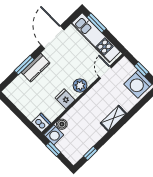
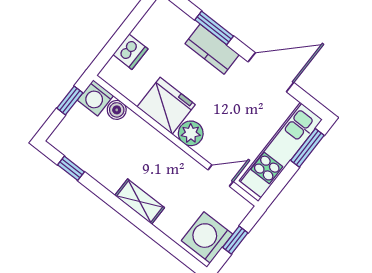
fridge: (65, 99) -> (166, 106), width x1.88, depth x1.34
dishwasher: (41, 123) -> (130, 52), moved

